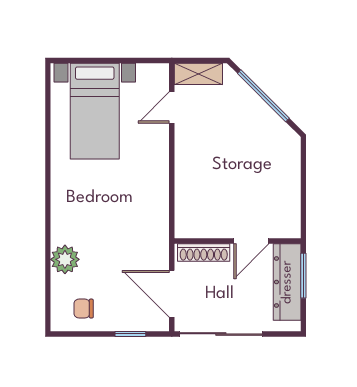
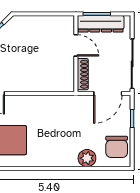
chair: (84, 309) -> (117, 147), width x1.87, depth x1.87

